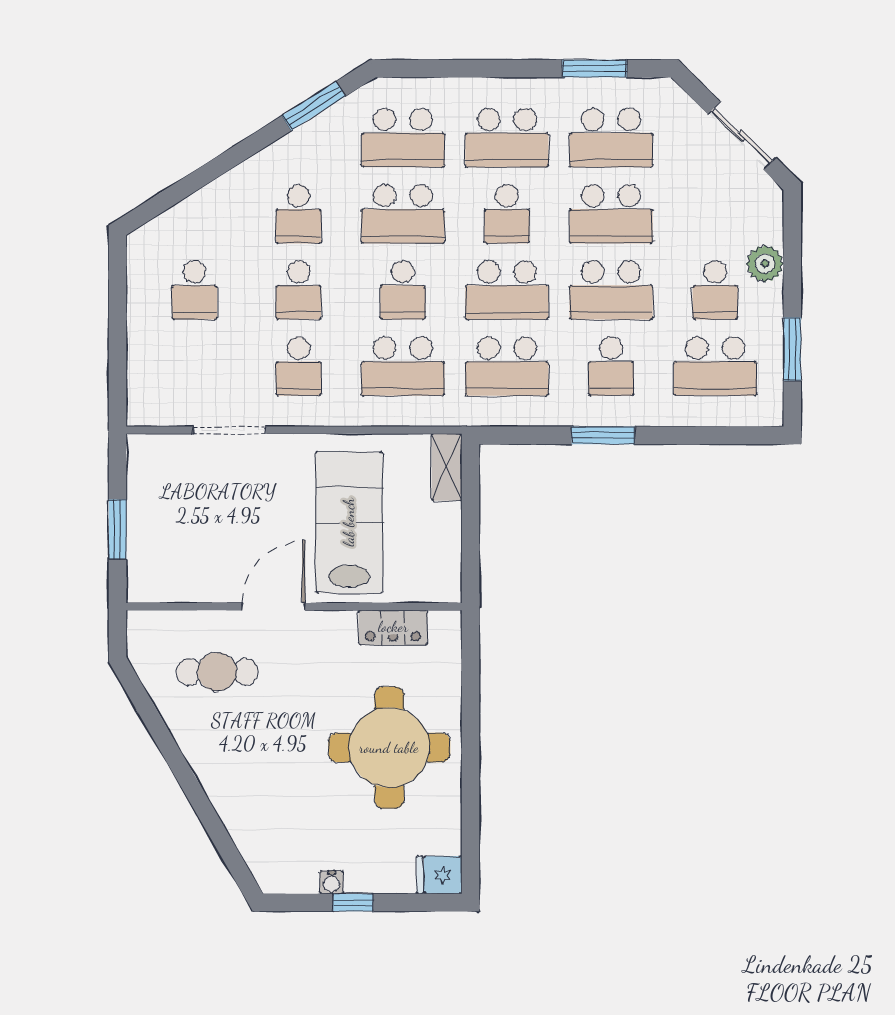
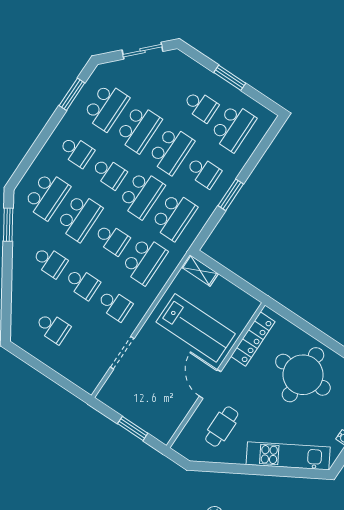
school desk: (507, 138) -> (77, 151), width x0.54
plant: (765, 264) -> (203, 77), removed
window: (792, 349) -> (230, 78), moved
lab bench: (349, 522) -> (196, 328), turned 180
locker: (393, 627) -> (253, 339), width x1.53
kitchen unit: (242, 811) -> (288, 456), added

